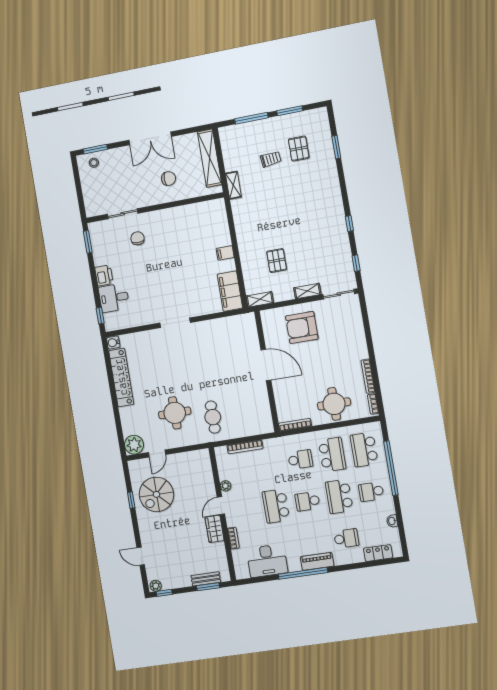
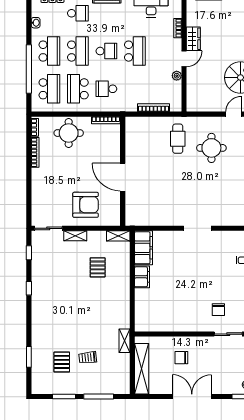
filing cabinet: (225, 253) -> (142, 277), width x2.00
school desk: (371, 492) -> (49, 51), width x1.85
school desk: (346, 538) -> (78, 13), turned 180

